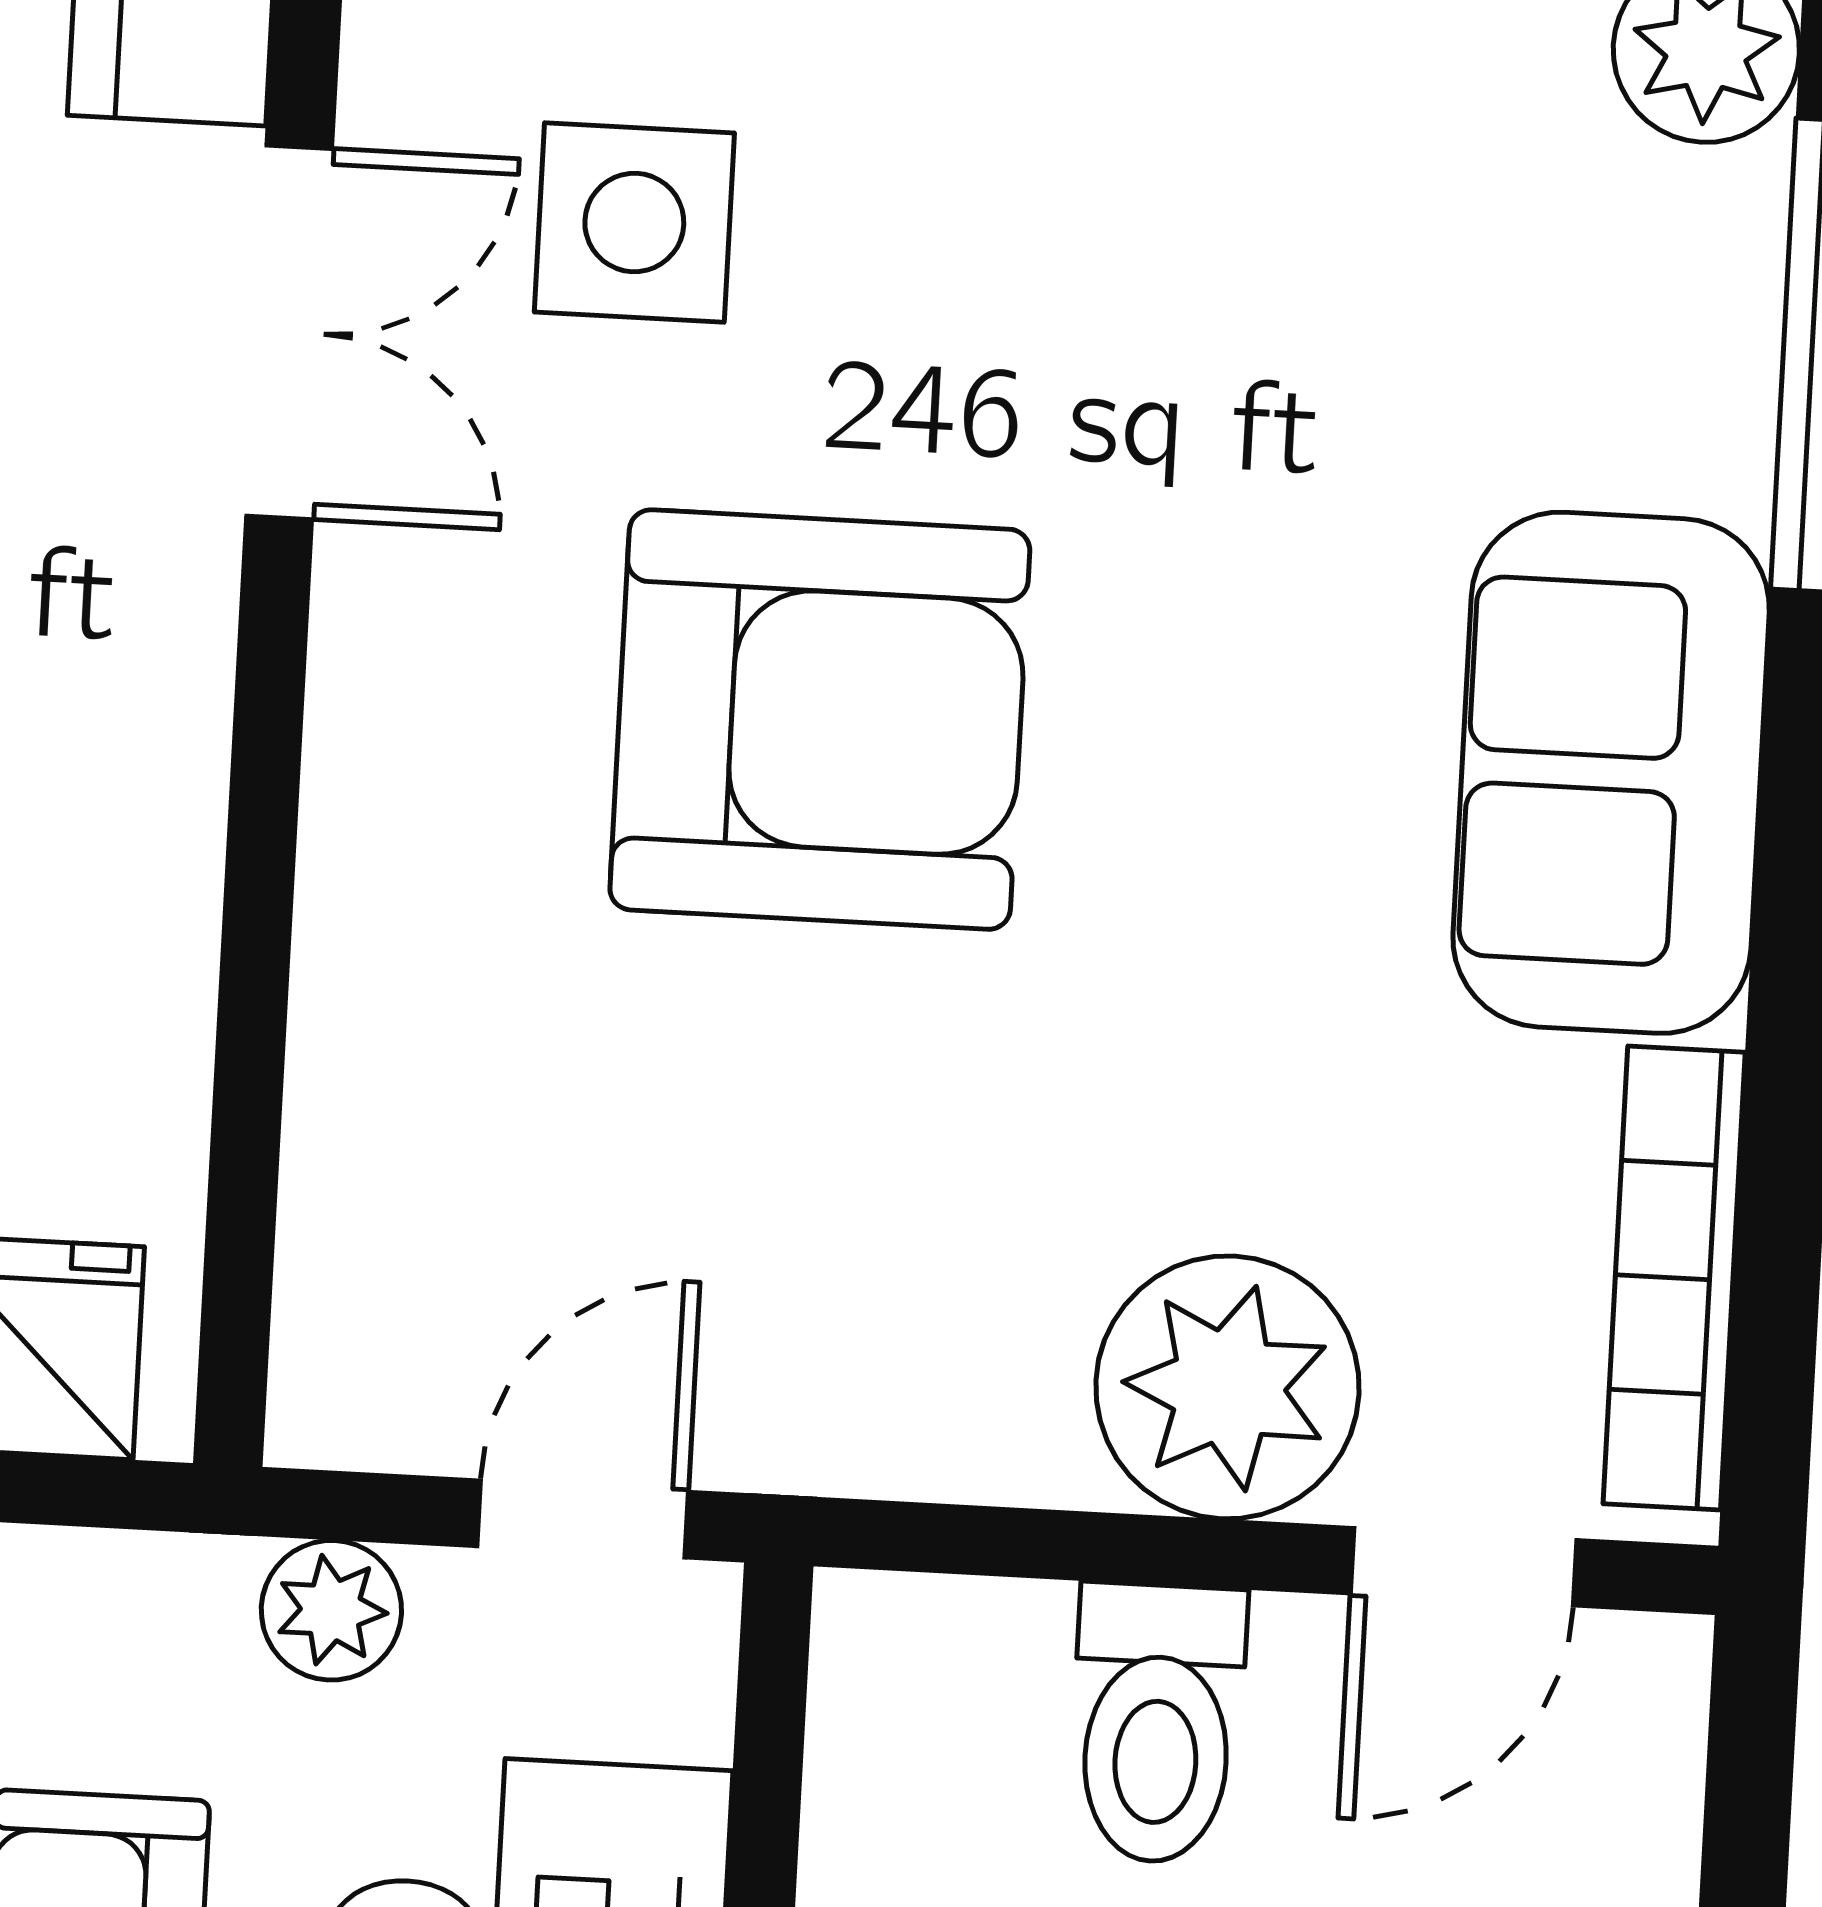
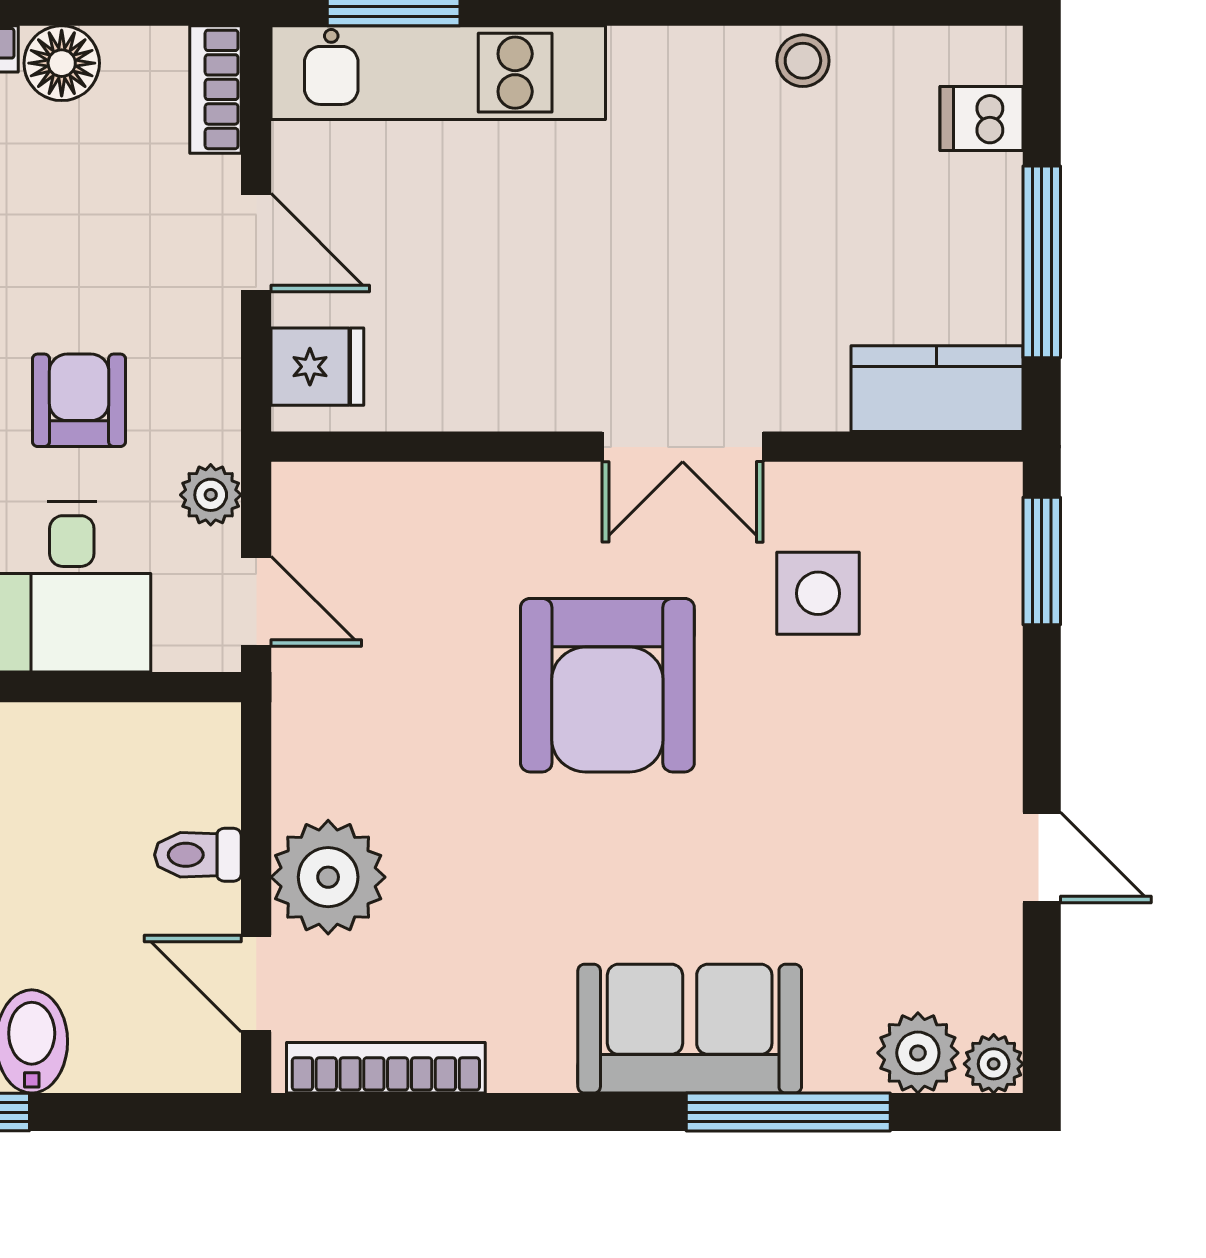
double door: (289, 332) -> (683, 447), moved
sofa: (1611, 773) -> (690, 1029), moved
toilet: (1158, 1723) -> (198, 855), width x0.73, depth x0.72

